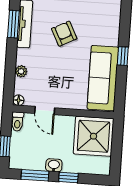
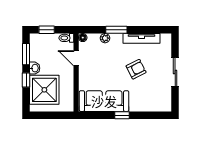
window: (13, 24) -> (116, 30), moved
door: (45, 111) -> (76, 58), hinge flipped
shower: (93, 136) -> (44, 90), moved

